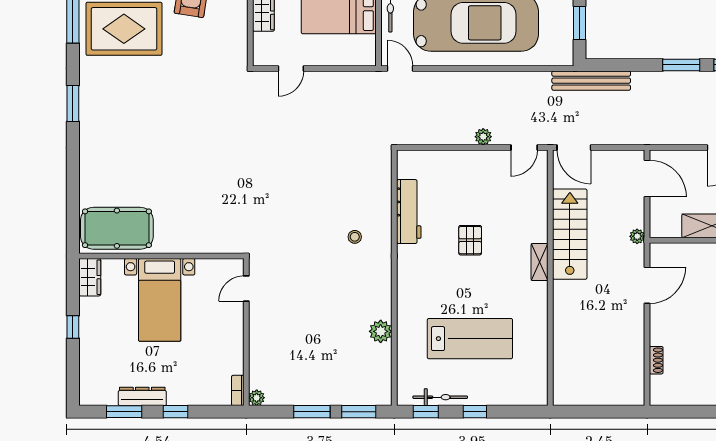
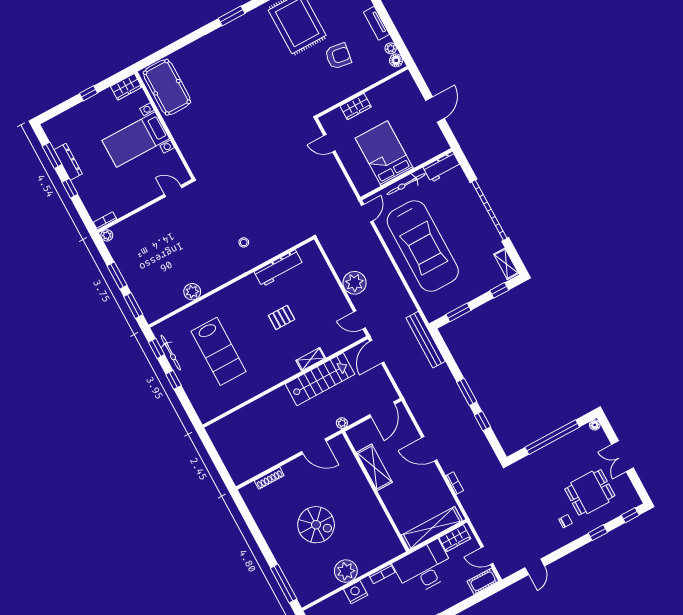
plant: (483, 137) -> (355, 283), width x1.88, depth x1.88
shelving: (540, 262) -> (311, 359), moved
shoe rack: (656, 360) -> (269, 478), width x1.43

